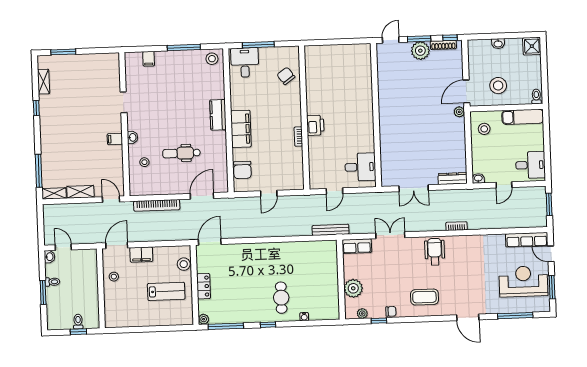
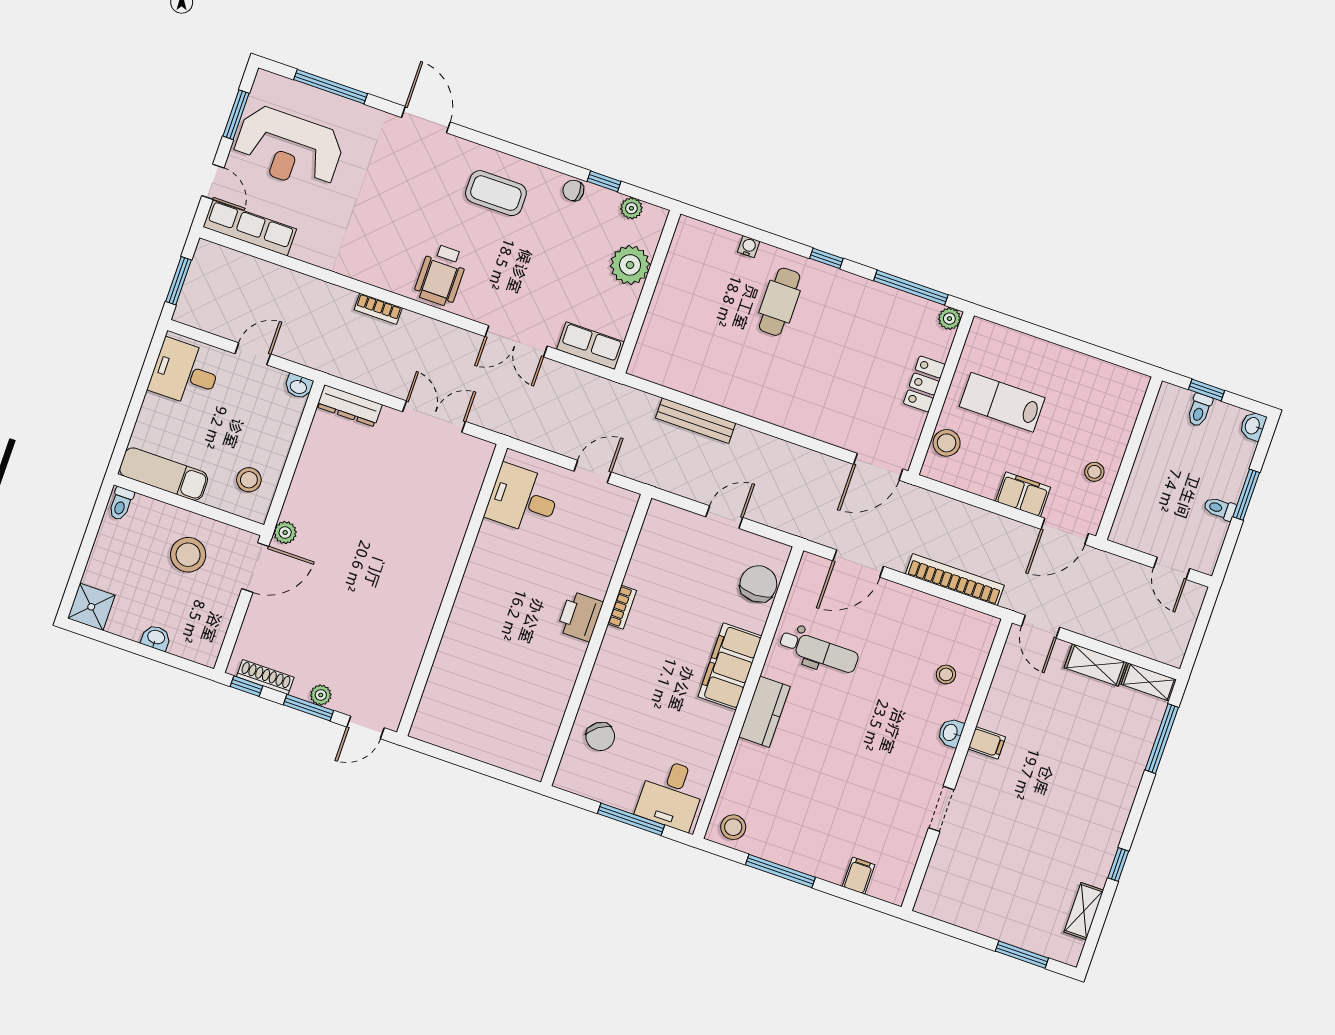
plant: (420, 51) -> (321, 695), width x0.53, depth x0.53
dental chair: (181, 153) -> (819, 651), moved
bench: (331, 230) -> (696, 421), moved
washbasin: (49, 257) -> (1253, 426), moved

